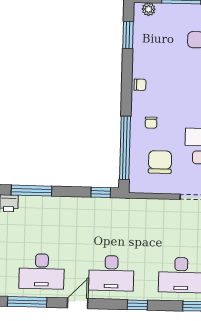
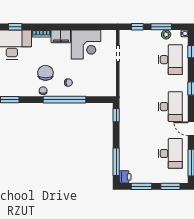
window: (125, 148) -> (65, 100), moved
chair: (160, 162) -> (45, 73), moved, turned 90

